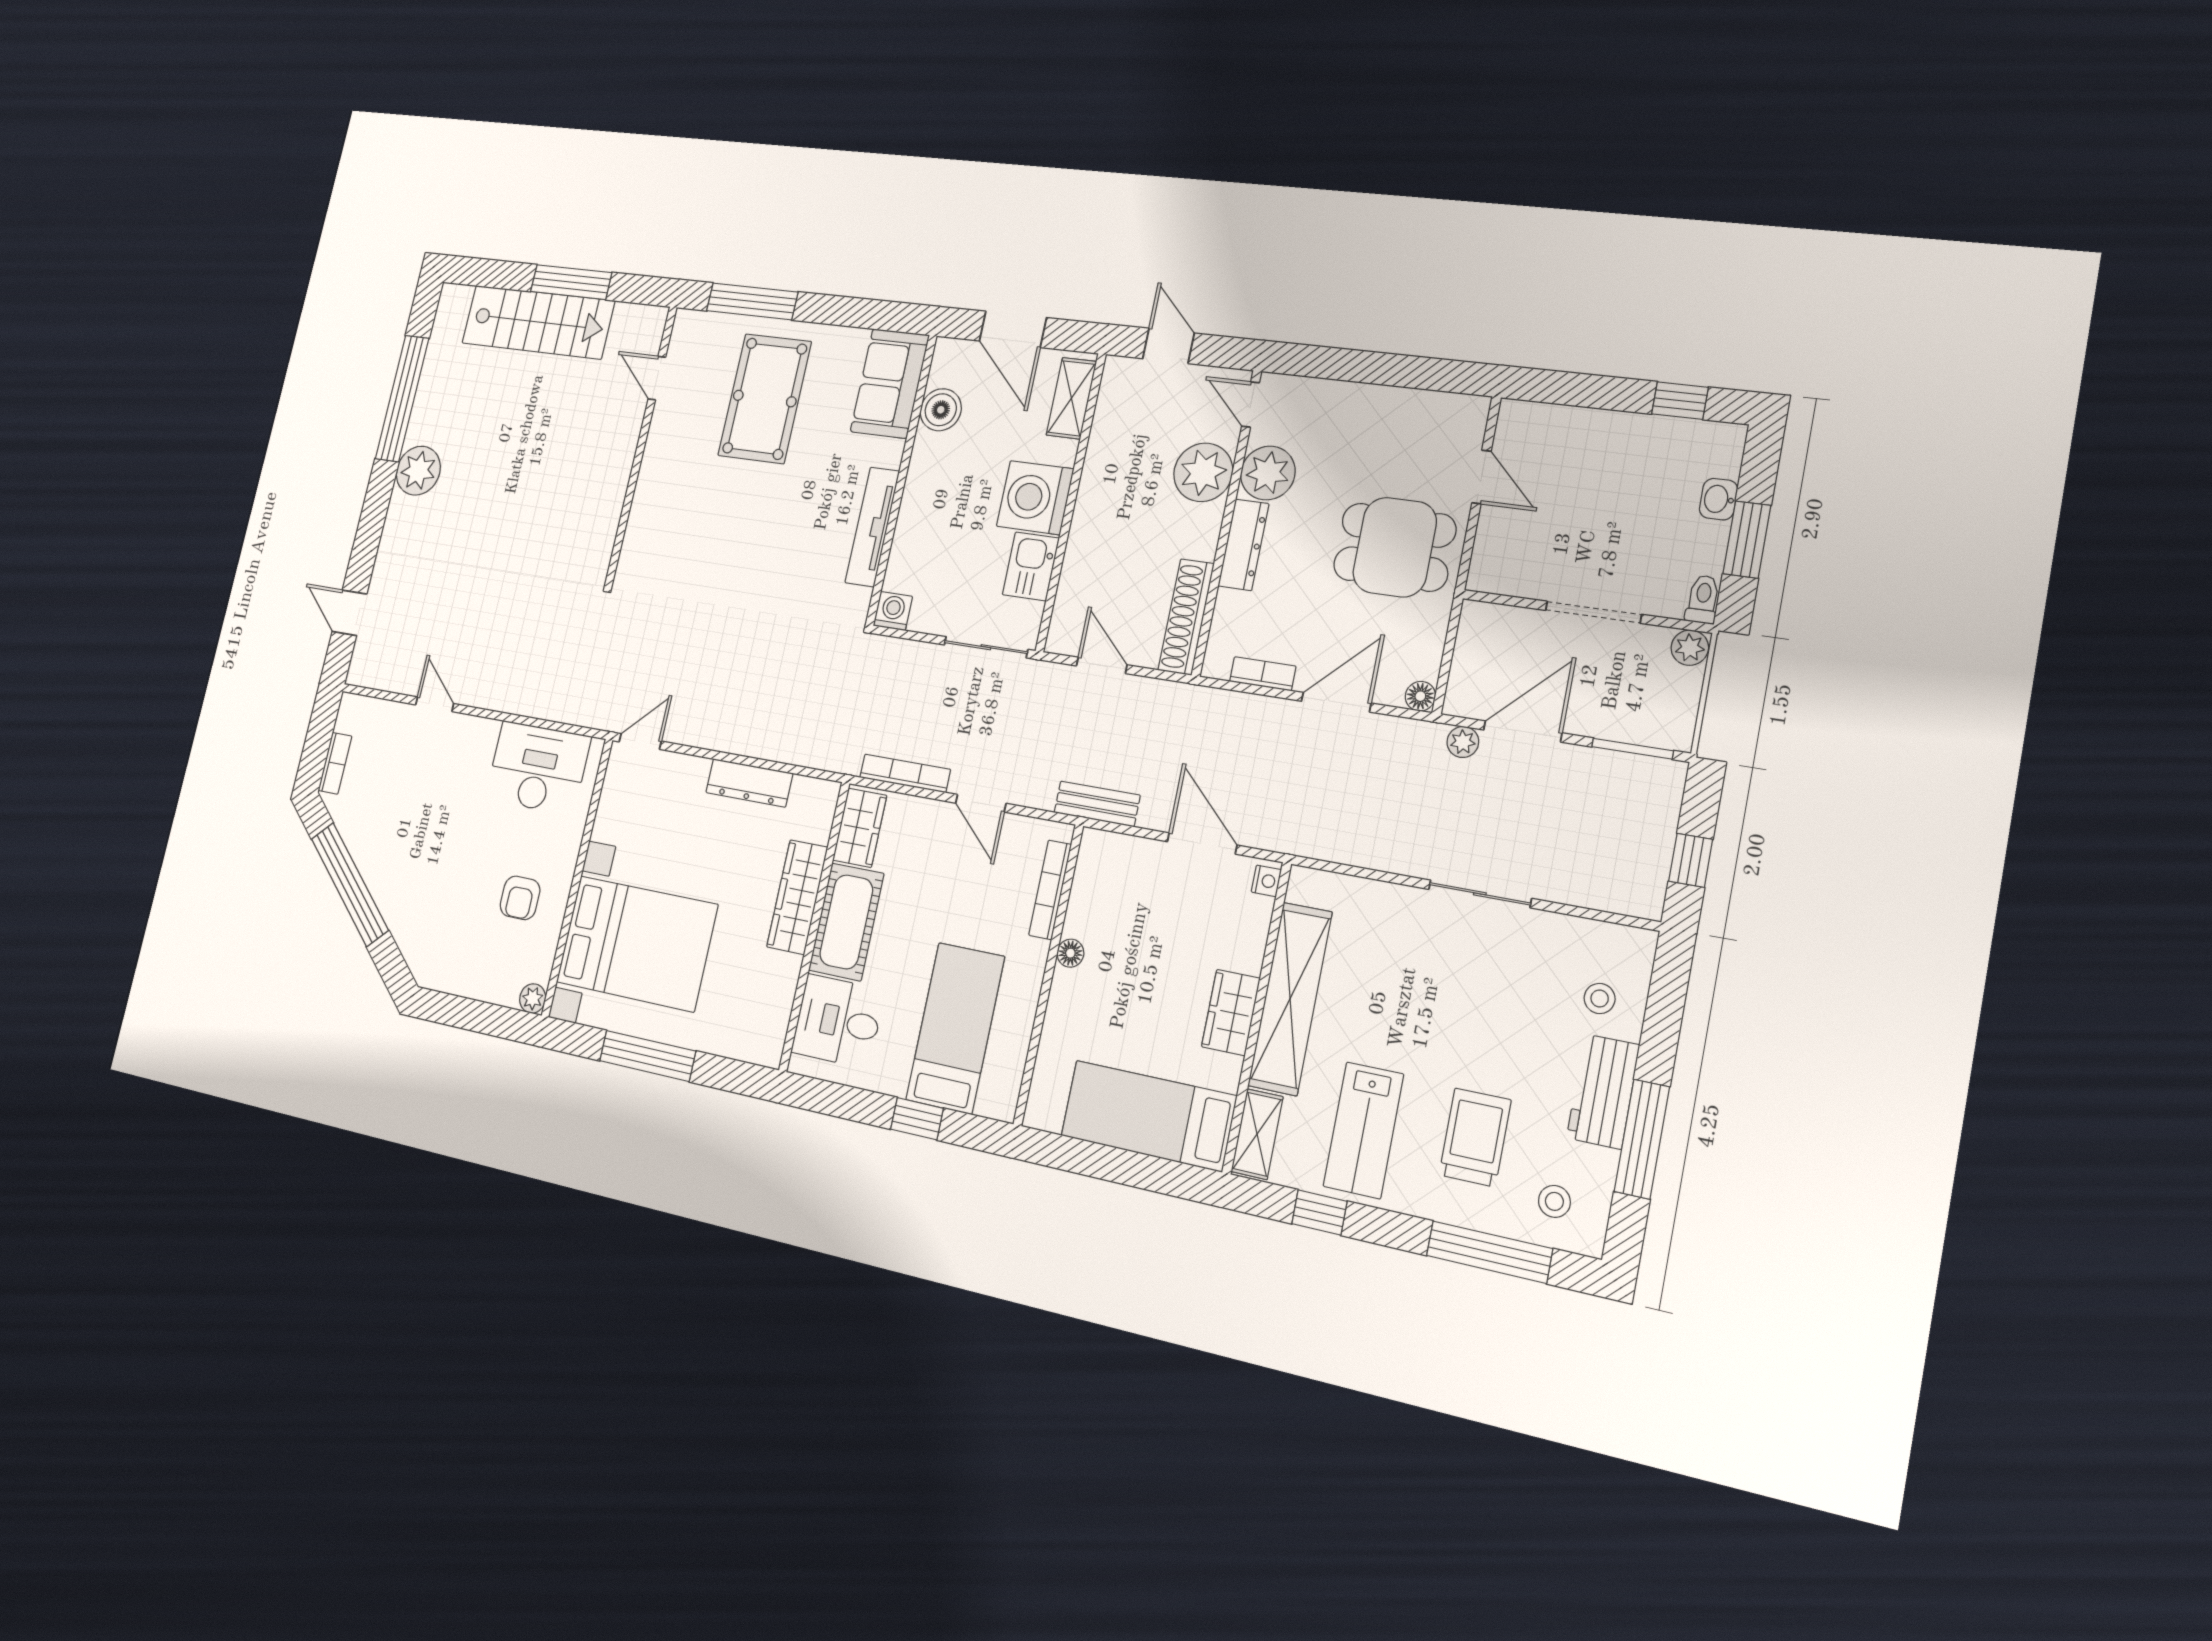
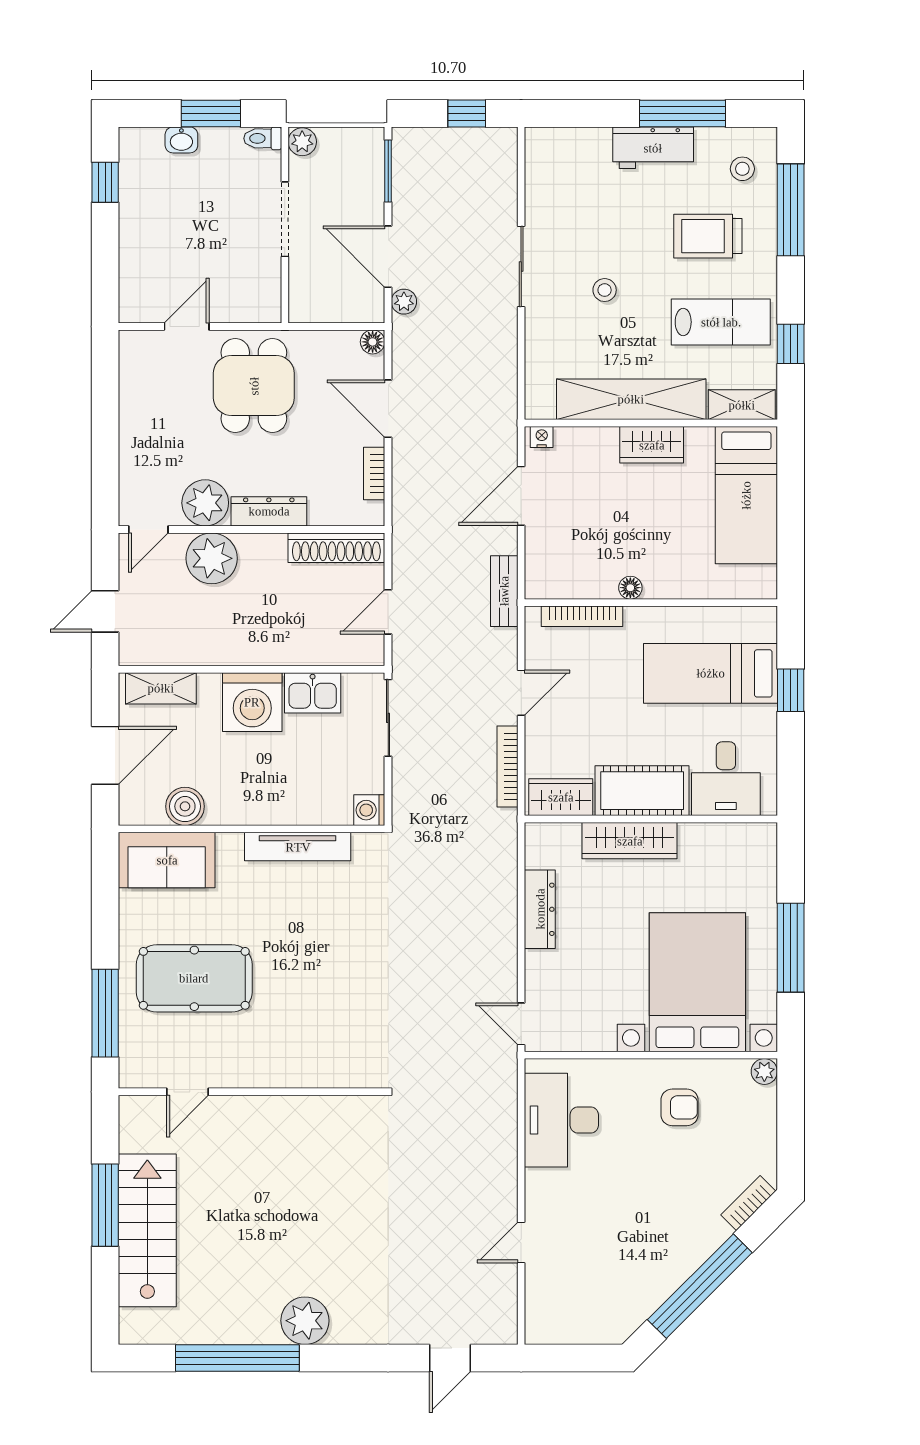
bookcase: (335, 763) -> (748, 1203), moved, turned -45
stool: (1600, 998) -> (605, 290), moved

